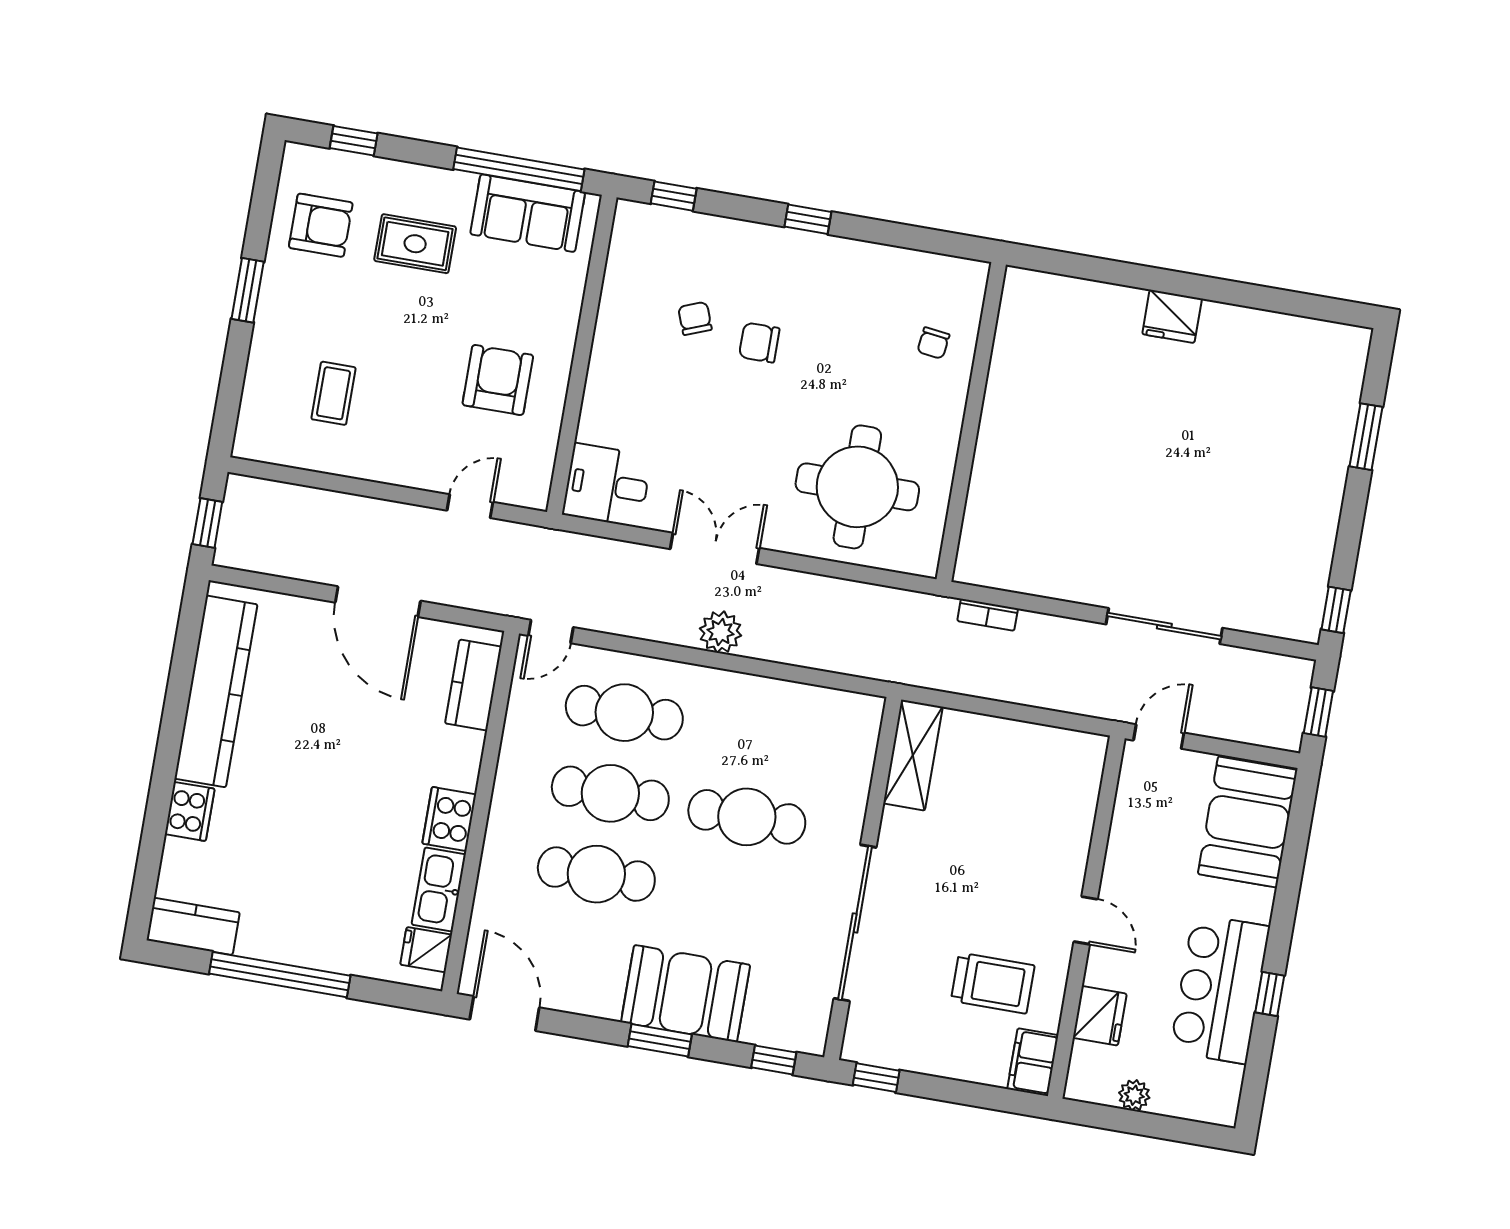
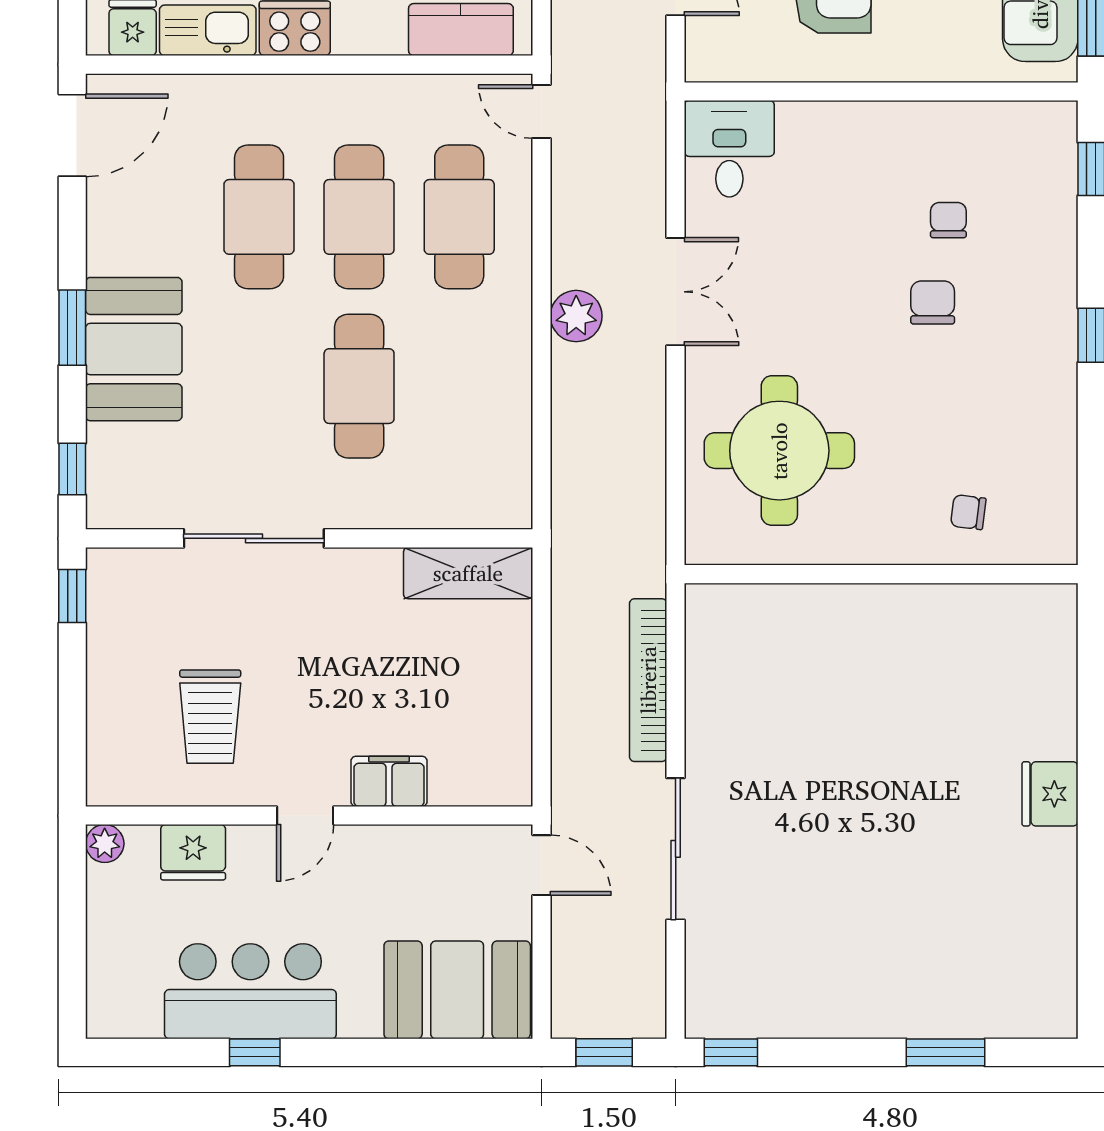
chair: (695, 318) -> (948, 220), turned -69
bookcase: (988, 615) -> (648, 680), width x2.31, depth x1.31
sliding door: (855, 923) -> (254, 538), width x0.73
filing cabinet: (1033, 1062) -> (389, 781), moved
plant: (1134, 1095) -> (105, 844), moved

